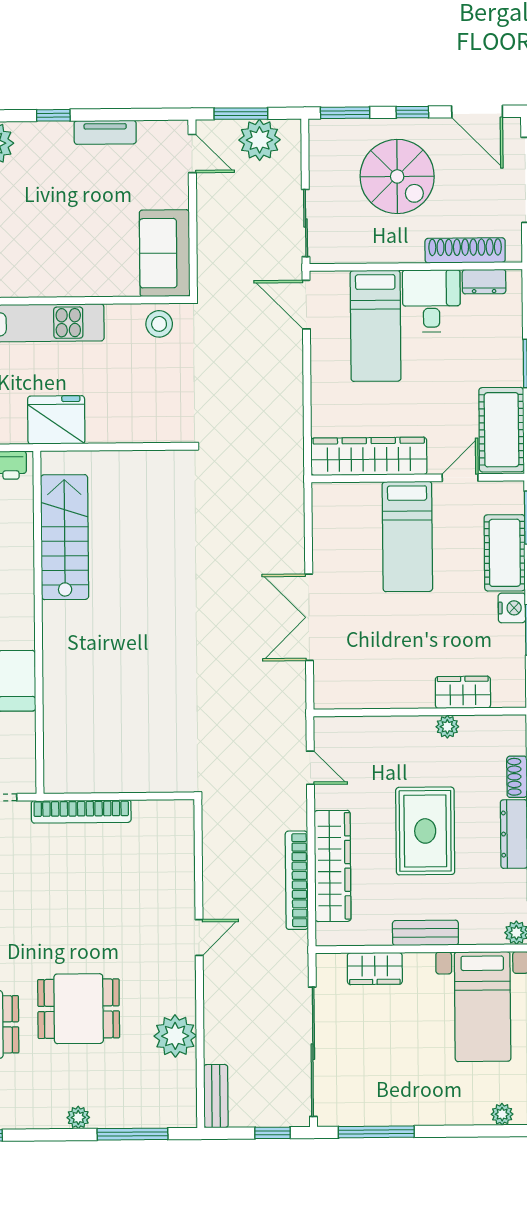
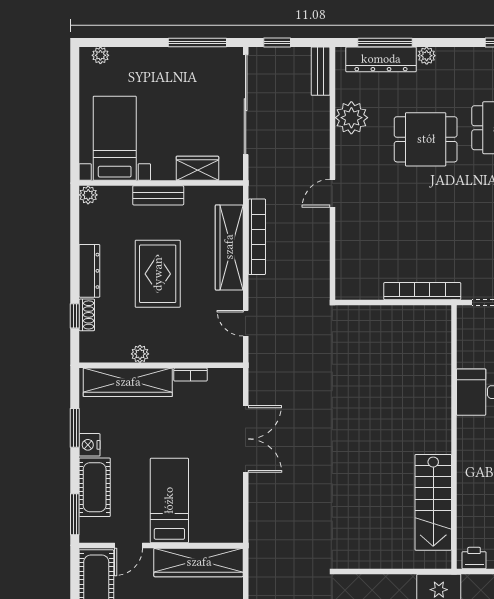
wardrobe: (463, 692) -> (128, 382), width x2.10, depth x1.17
bookcase: (381, 700) -> (191, 375), added
dresser: (137, 1112) -> (381, 59), added

